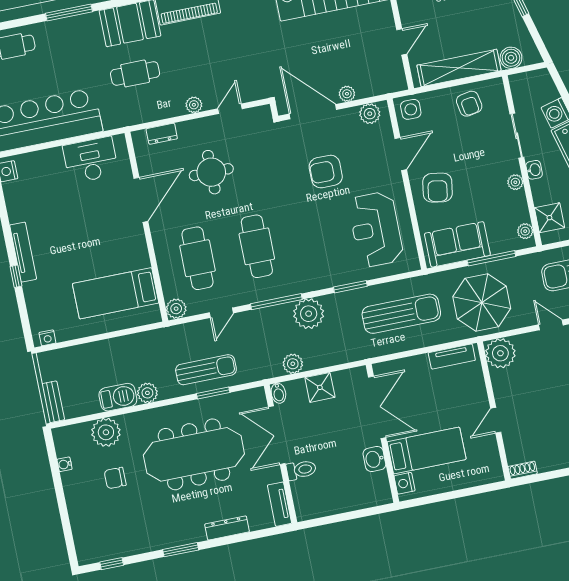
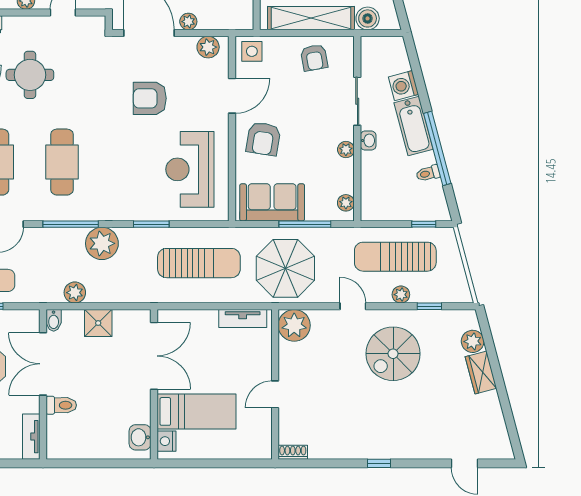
shower: (549, 218) -> (374, 194), removed
washbasin: (374, 459) -> (140, 437), moved

